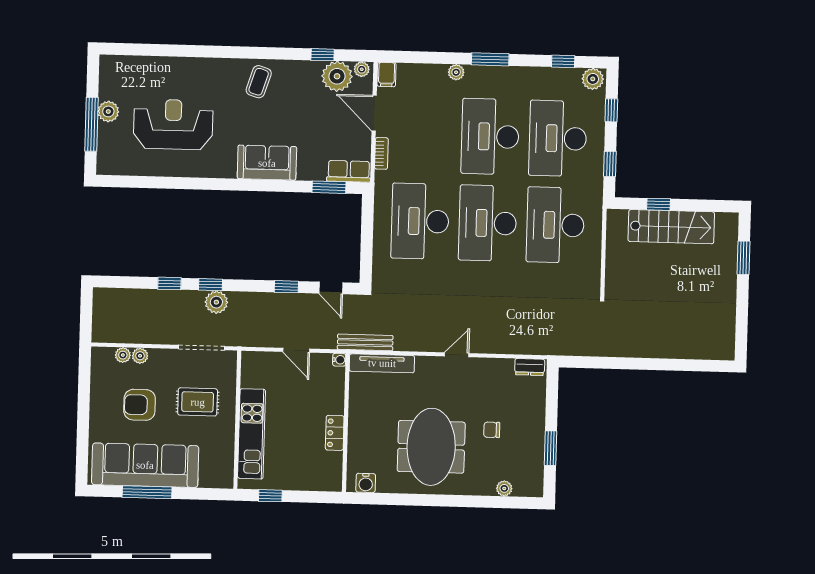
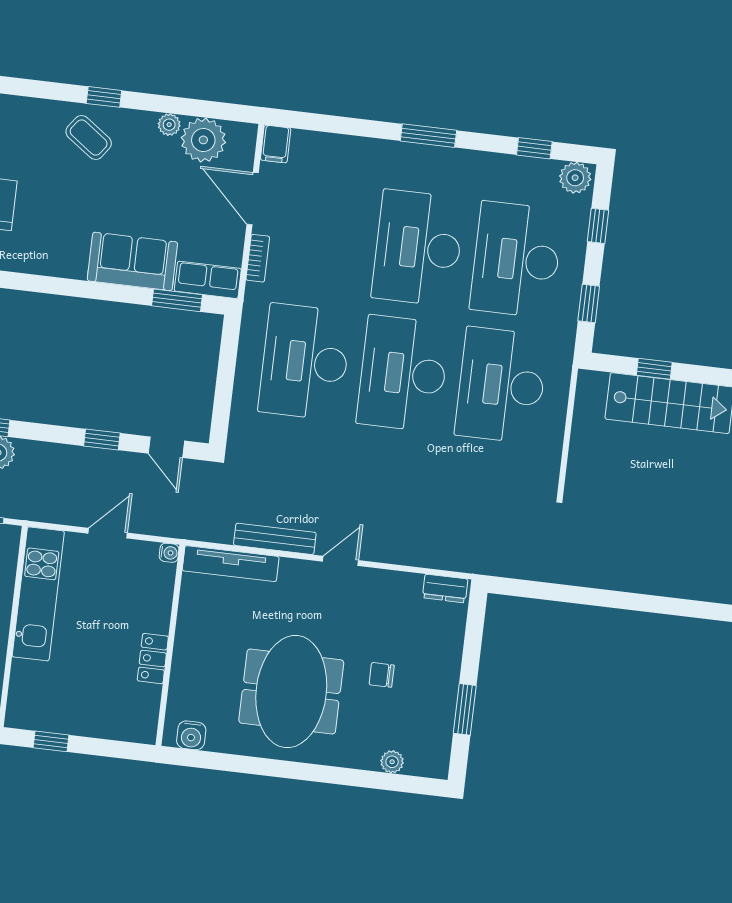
window: (323, 55) -> (104, 97), moved
plant: (362, 69) -> (169, 125), moved
plant: (456, 72) -> (377, 150), removed
coffee table: (259, 82) -> (89, 138), turned -72
sofa: (267, 163) -> (132, 261), moved
bench: (365, 342) -> (275, 539), moved
door: (296, 350) -> (108, 533), swing flipped
kitchen unit: (252, 434) -> (38, 594), moved

